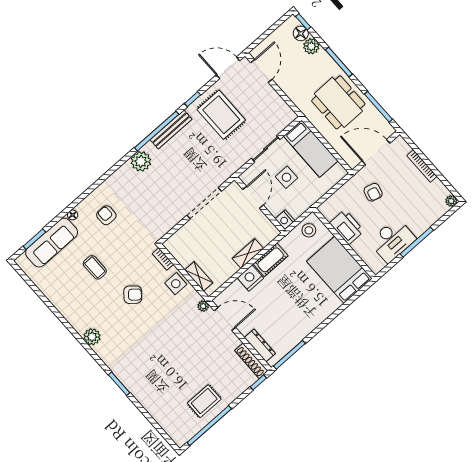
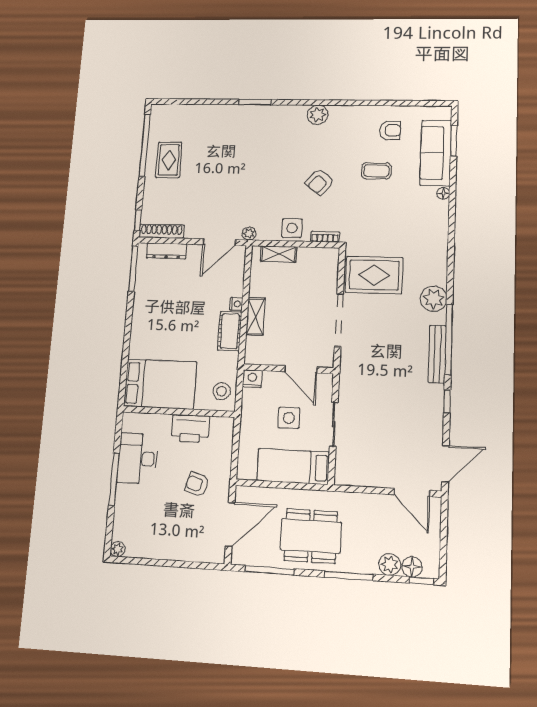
rug: (221, 115) -> (374, 275), moved
bookcase: (422, 166) -> (175, 555), removed
armchair: (106, 215) -> (390, 130), moved
nightstand: (250, 278) -> (236, 304), width x0.53, depth x0.56

